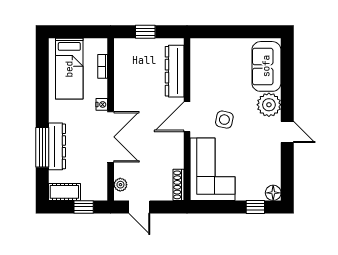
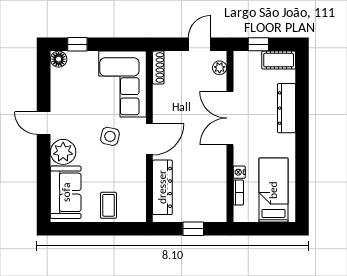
coffee table: (226, 54) -> (109, 205), added
nightstand: (102, 104) -> (239, 172), moved
window: (42, 147) -> (302, 107), removed
door: (139, 207) -> (200, 44), hinge flipped

